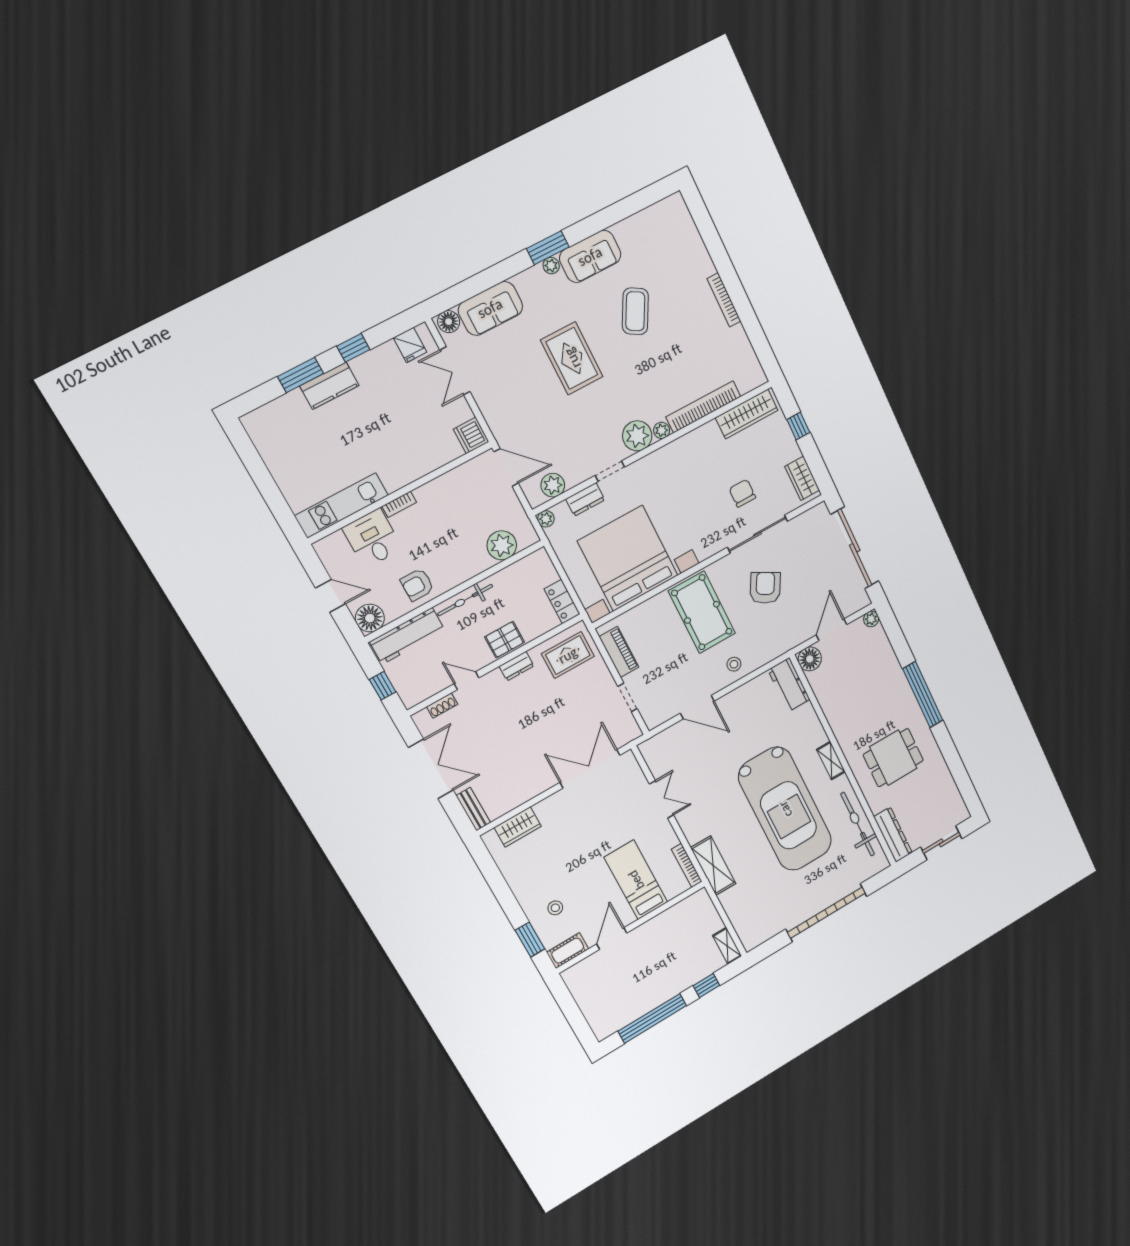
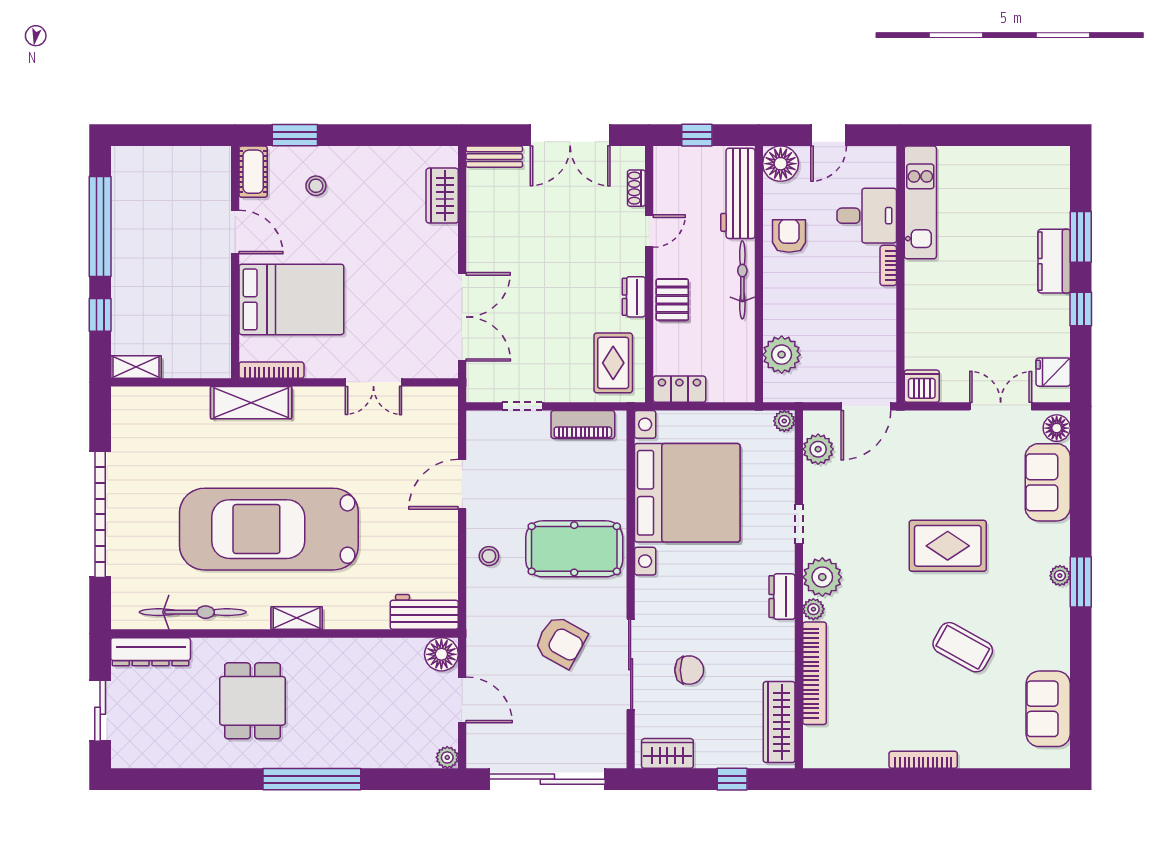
sofa: (590, 256) -> (1048, 709), moved
dresser: (585, 499) -> (782, 597), moved
bed: (636, 880) -> (291, 299), width x1.50

